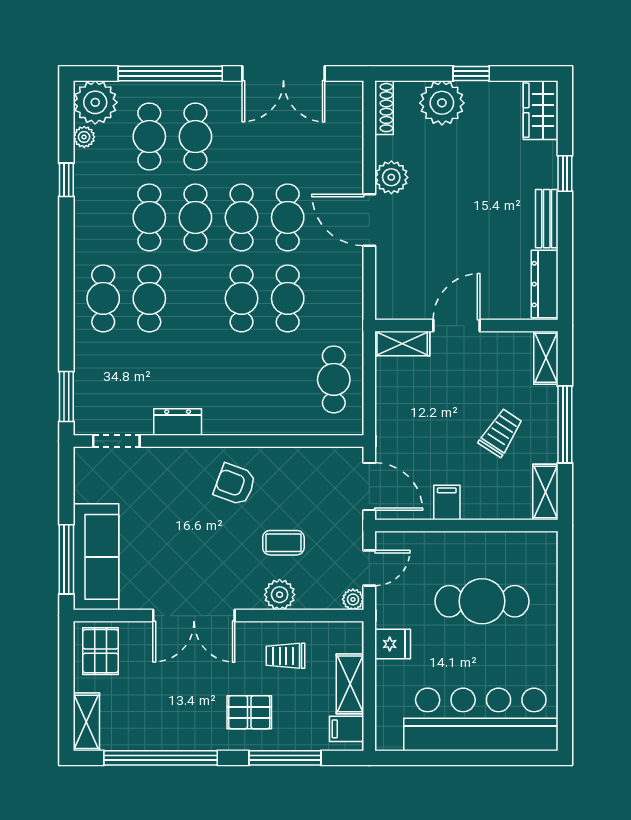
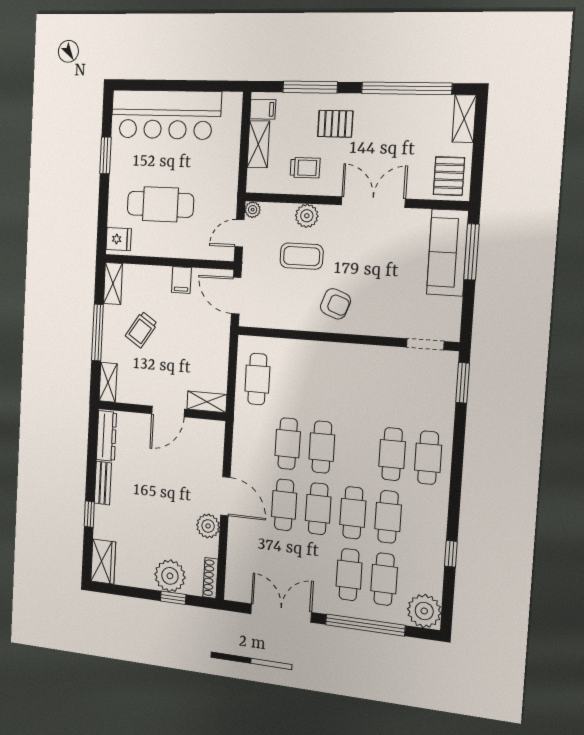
window: (471, 74) -> (173, 598), moved
plant: (84, 137) -> (435, 585), removed
dresser: (178, 422) -> (376, 356), removed
coffee table: (283, 543) -> (302, 256), width x1.36, depth x1.30
fridge: (393, 644) -> (119, 239), moved, turned 180
window: (565, 664) -> (106, 155), added

